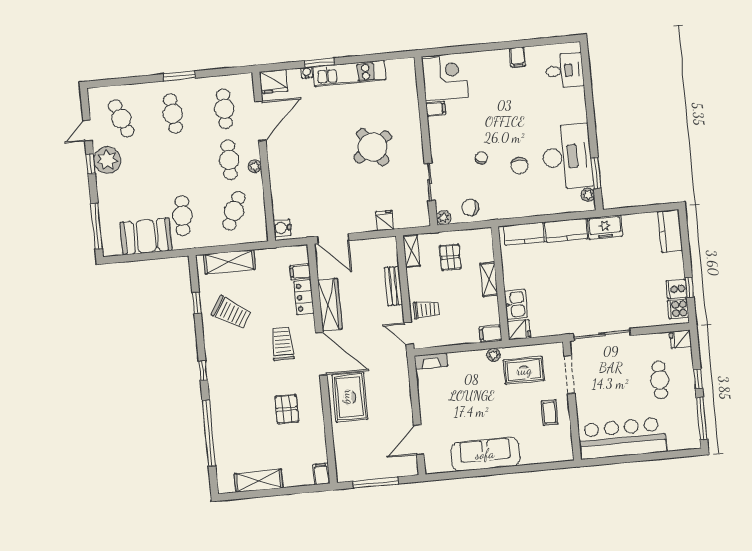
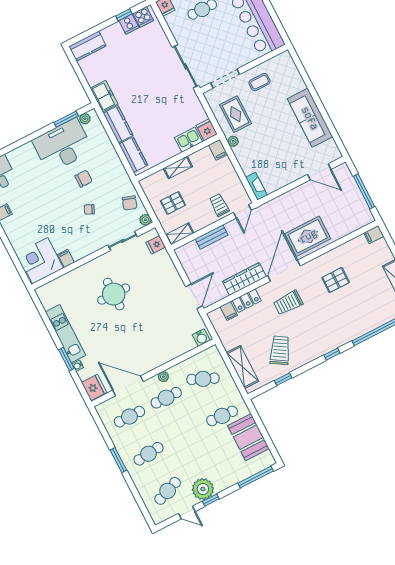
round table: (373, 147) -> (114, 294), turned 33
fridge: (385, 221) -> (156, 245), moved

